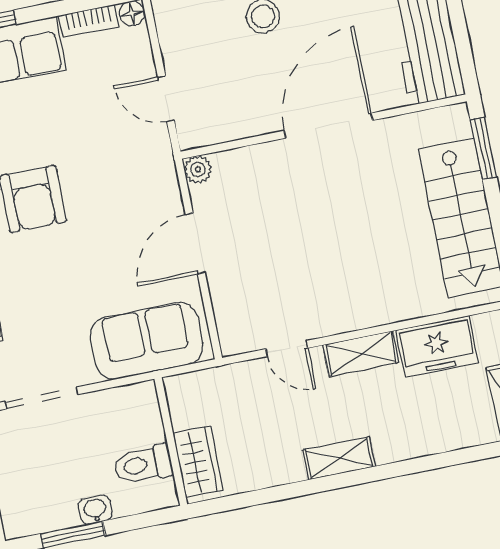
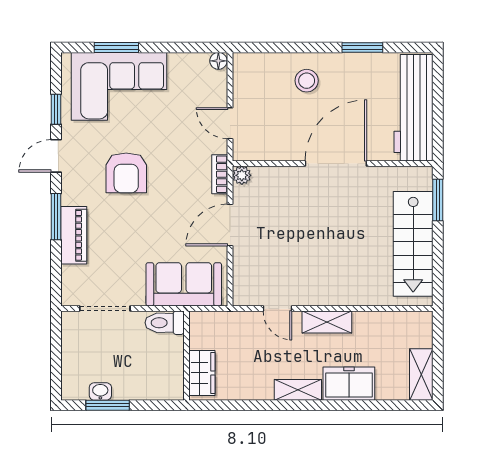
bookcase: (89, 21) -> (220, 174), moved, turned 90
freezer: (437, 347) -> (349, 384), moved, turned 180
toilet: (143, 464) -> (165, 323), moved
washbasin: (95, 510) -> (100, 391), moved

